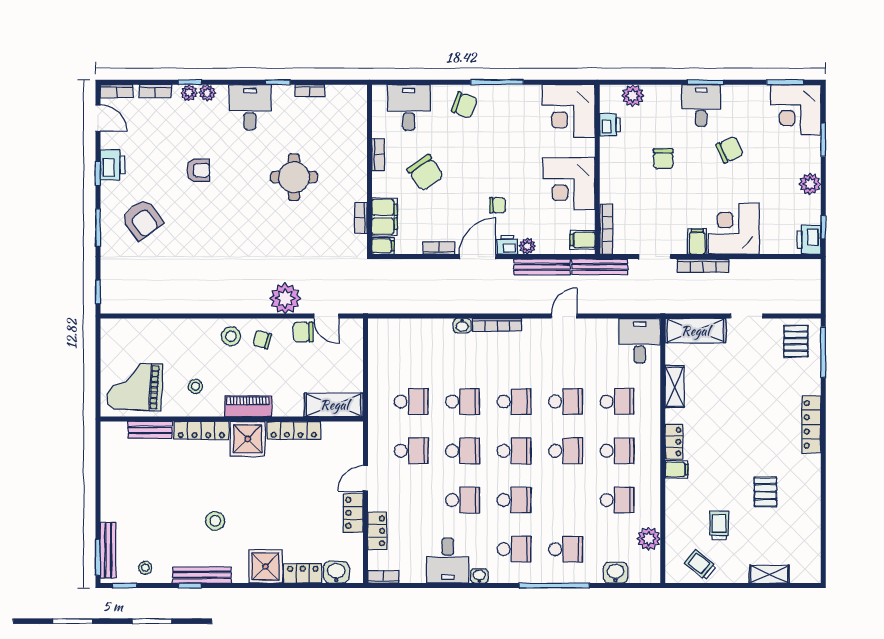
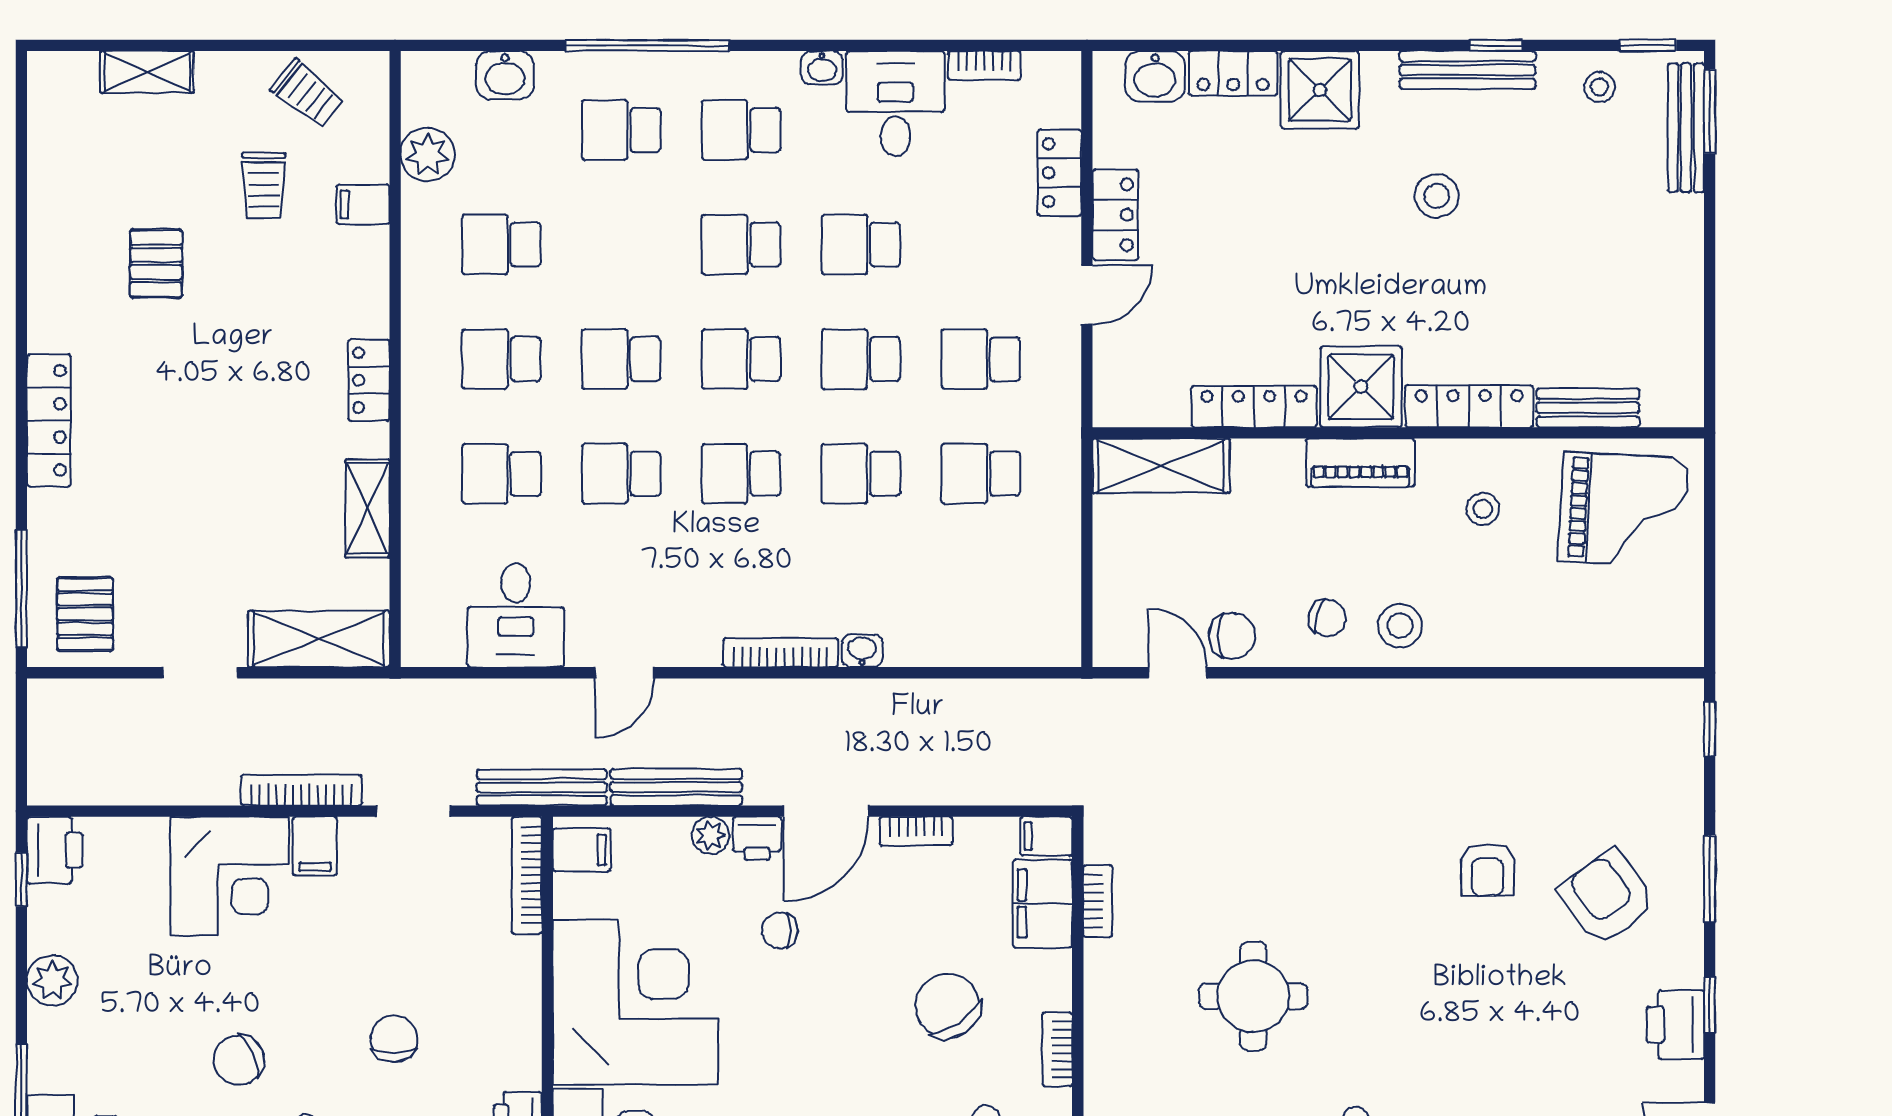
armchair: (198, 170) -> (1488, 870), moved, turned -90
corner desk: (569, 184) -> (635, 1002), width x1.36, depth x1.36
plant: (285, 298) -> (1274, 714), removed
desk: (640, 341) -> (516, 615), moved
filing cabinet: (676, 469) -> (363, 204), moved
bookcase: (383, 577) -> (984, 65), moved

